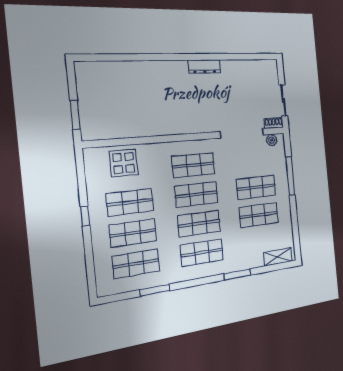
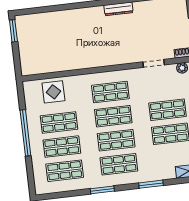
window: (75, 115) -> (13, 31), moved
doorway: (242, 133) -> (154, 63), width x0.53
window: (85, 216) -> (25, 133), width x3.17
window: (155, 290) -> (102, 190), moved

